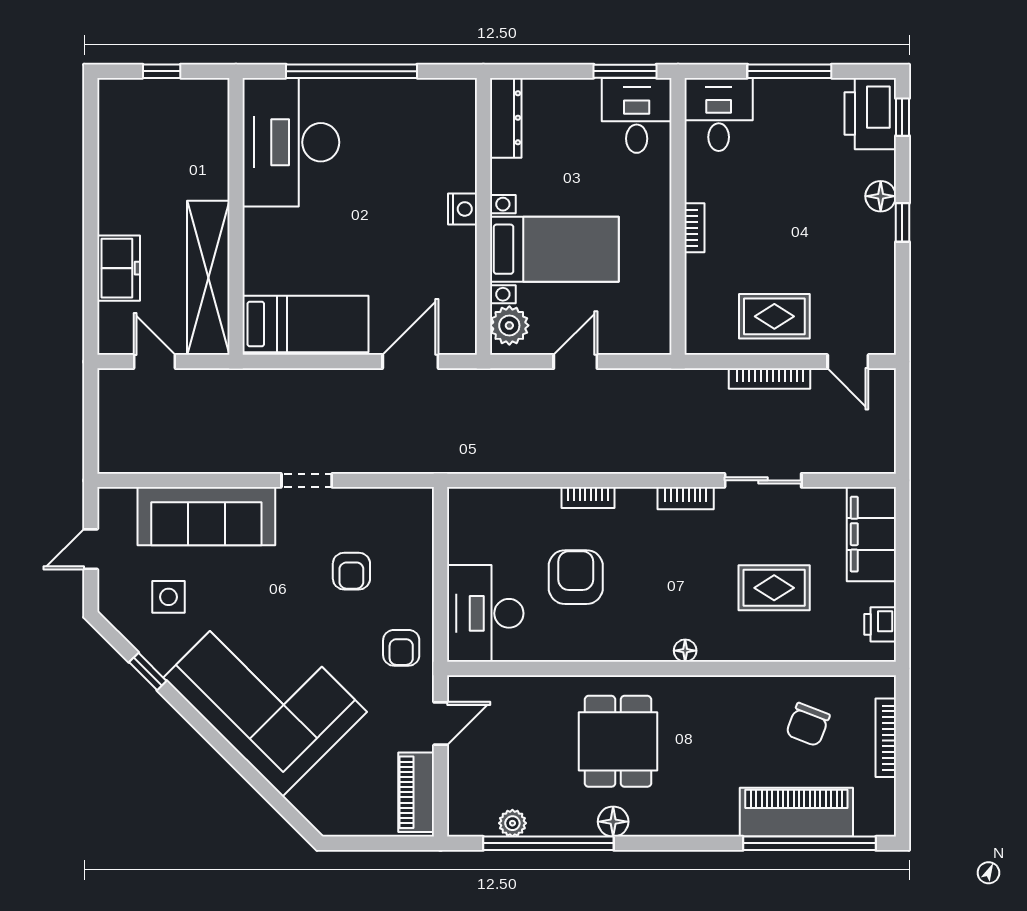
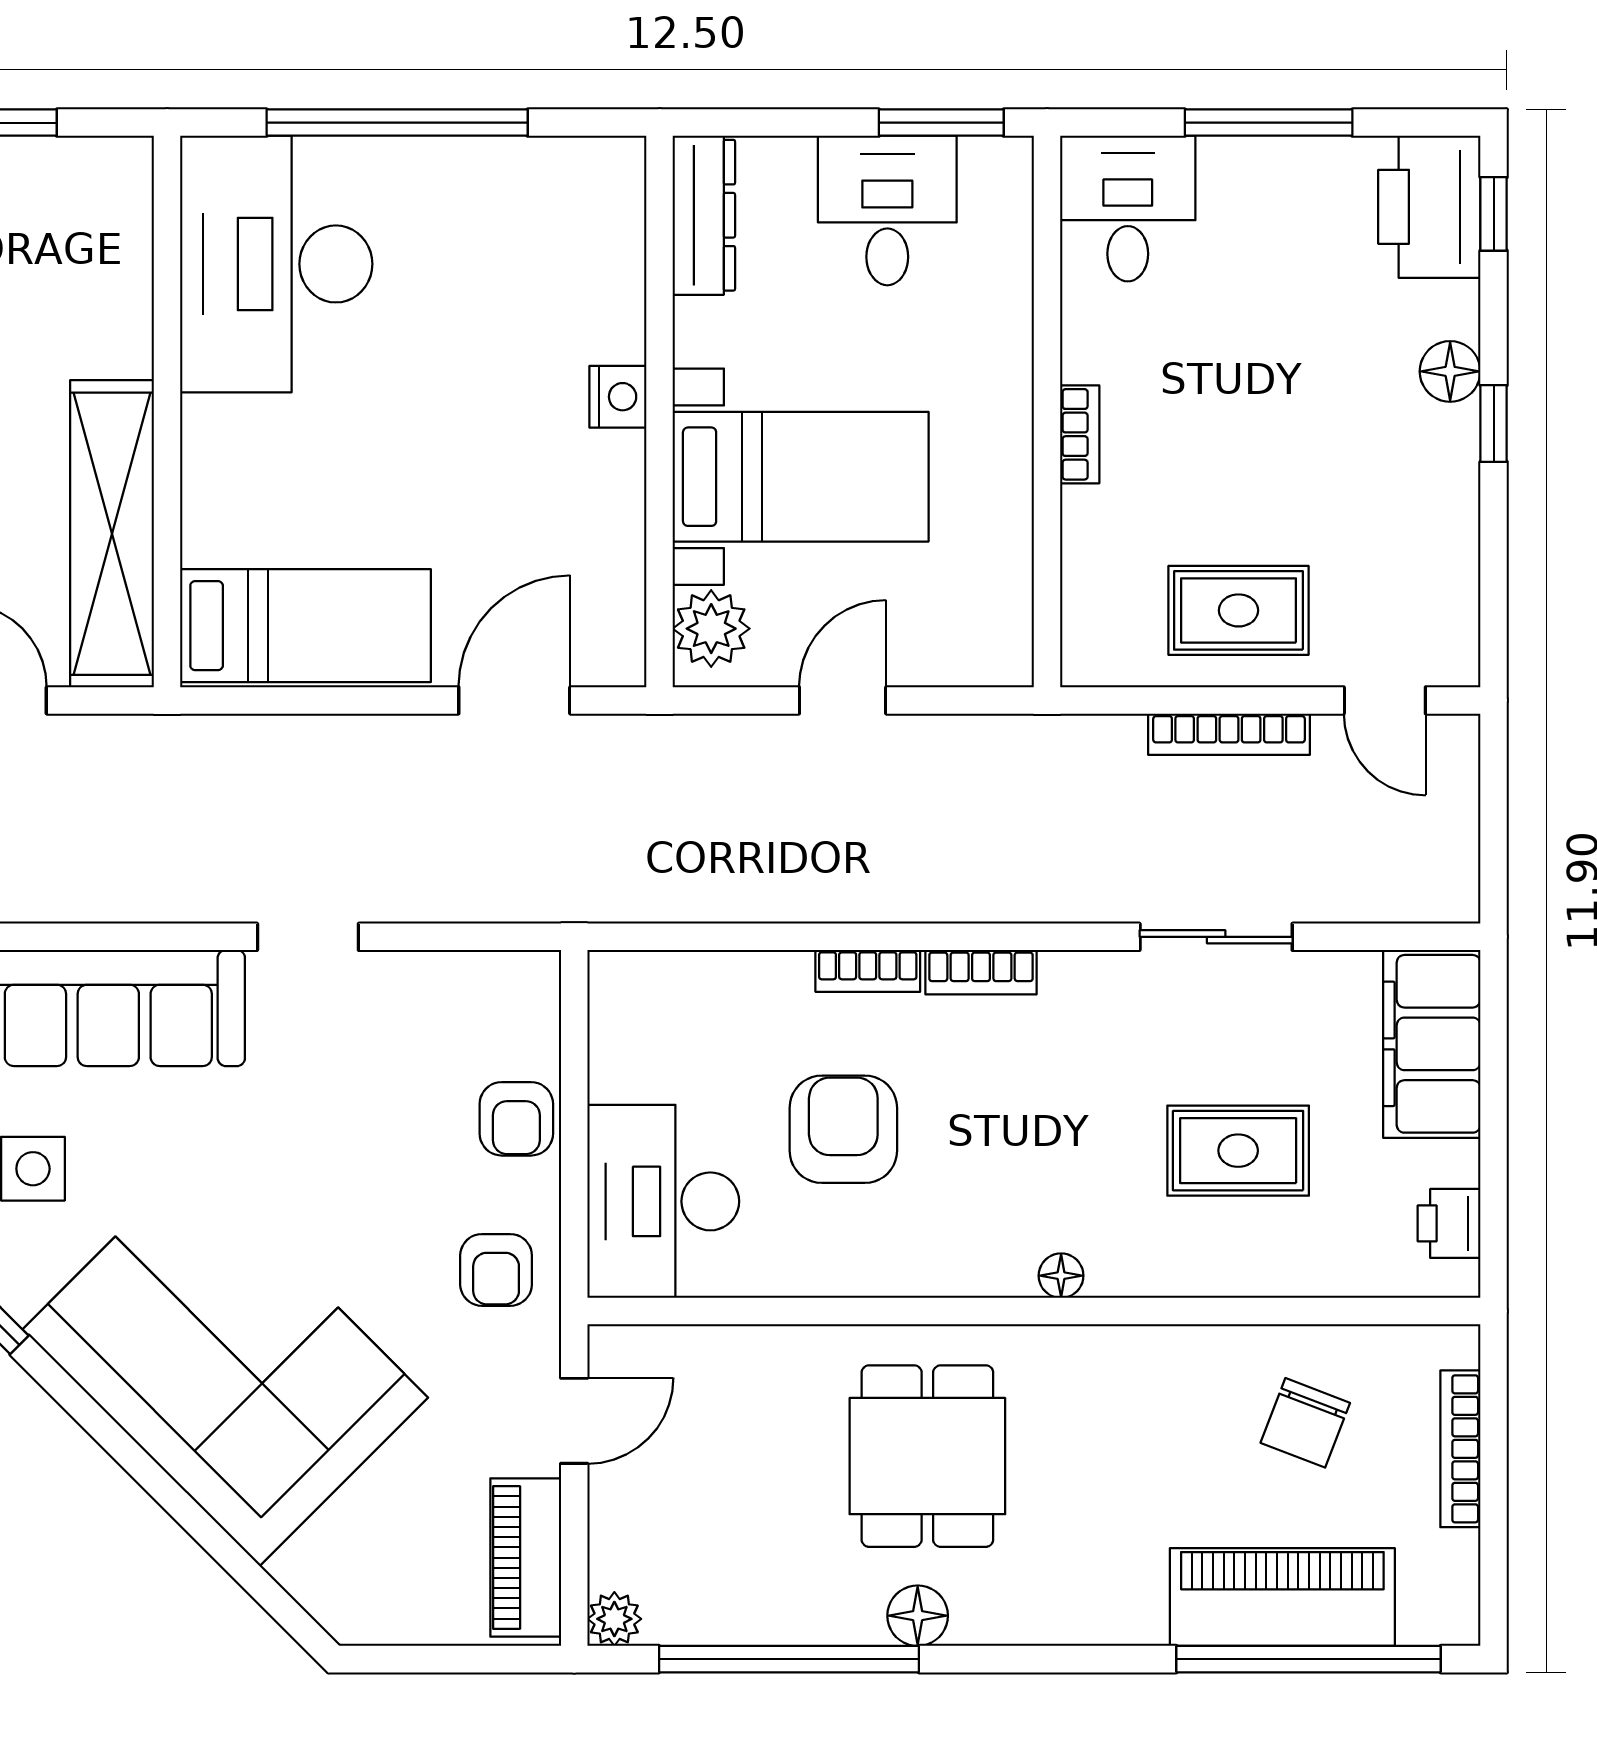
desk: (637, 115) -> (887, 210), moved
bookcase: (686, 498) -> (981, 972), moved
armchair: (351, 571) -> (516, 1119), moved
plant: (512, 823) -> (614, 1619), moved

